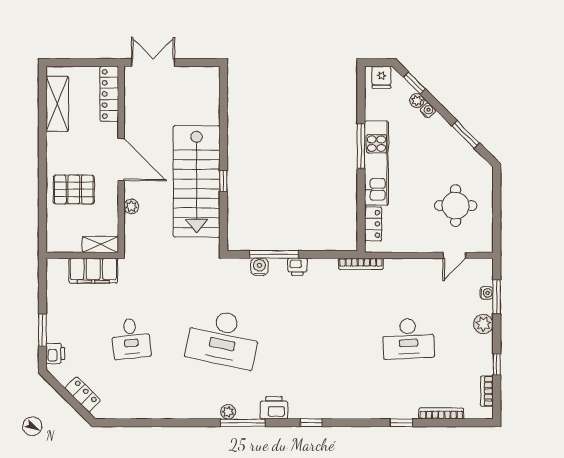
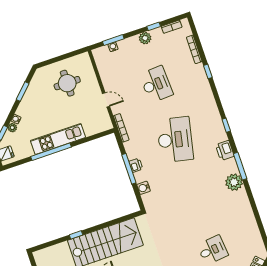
window: (361, 146) -> (51, 152), width x1.46
window: (223, 181) -> (76, 235), moved
locker: (373, 224) -> (95, 129), removed
window: (274, 254) -> (129, 169), moved
door: (454, 255) -> (106, 100), moved
plant: (483, 324) -> (145, 38), moved
desk: (223, 339) -> (175, 140), moved
plant: (228, 412) -> (234, 182), width x1.87, depth x1.87

